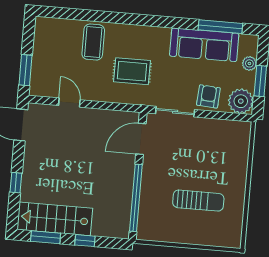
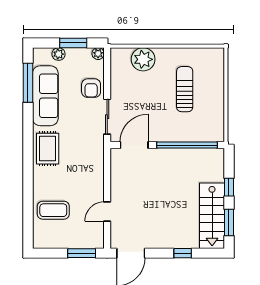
coffee table: (93, 42) -> (53, 210), moved
rug: (132, 71) -> (48, 149), moved
armchair: (208, 96) -> (91, 88), turned -94
plant: (241, 101) -> (98, 54), width x0.53, depth x0.53
door: (141, 139) -> (134, 145), swing flipped
plant: (235, 157) -> (143, 59), added

